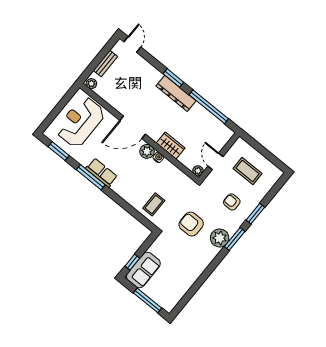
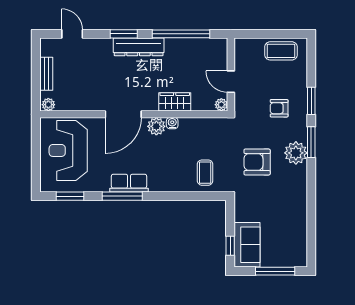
door: (132, 44) -> (72, 34), moved
coffee table: (248, 171) -> (281, 51), moved

